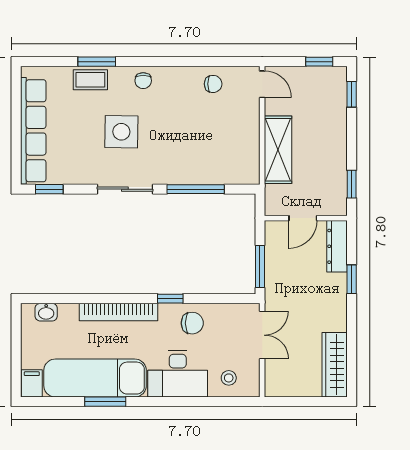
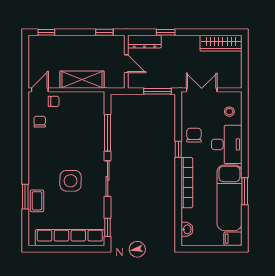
window: (319, 62) -> (25, 53), removed
chair: (143, 81) -> (54, 101), moved

